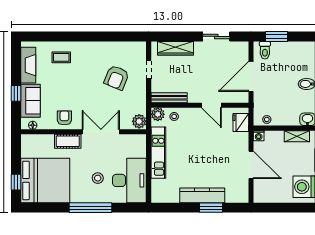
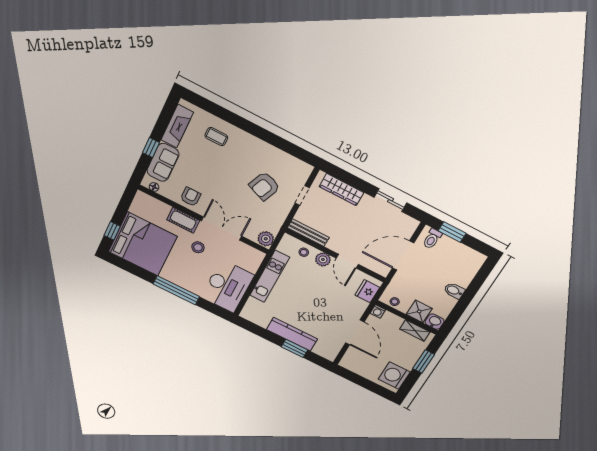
plant: (158, 114) -> (323, 259), moved
shower: (291, 117) -> (419, 311), added
stool: (98, 178) -> (198, 247), moved

